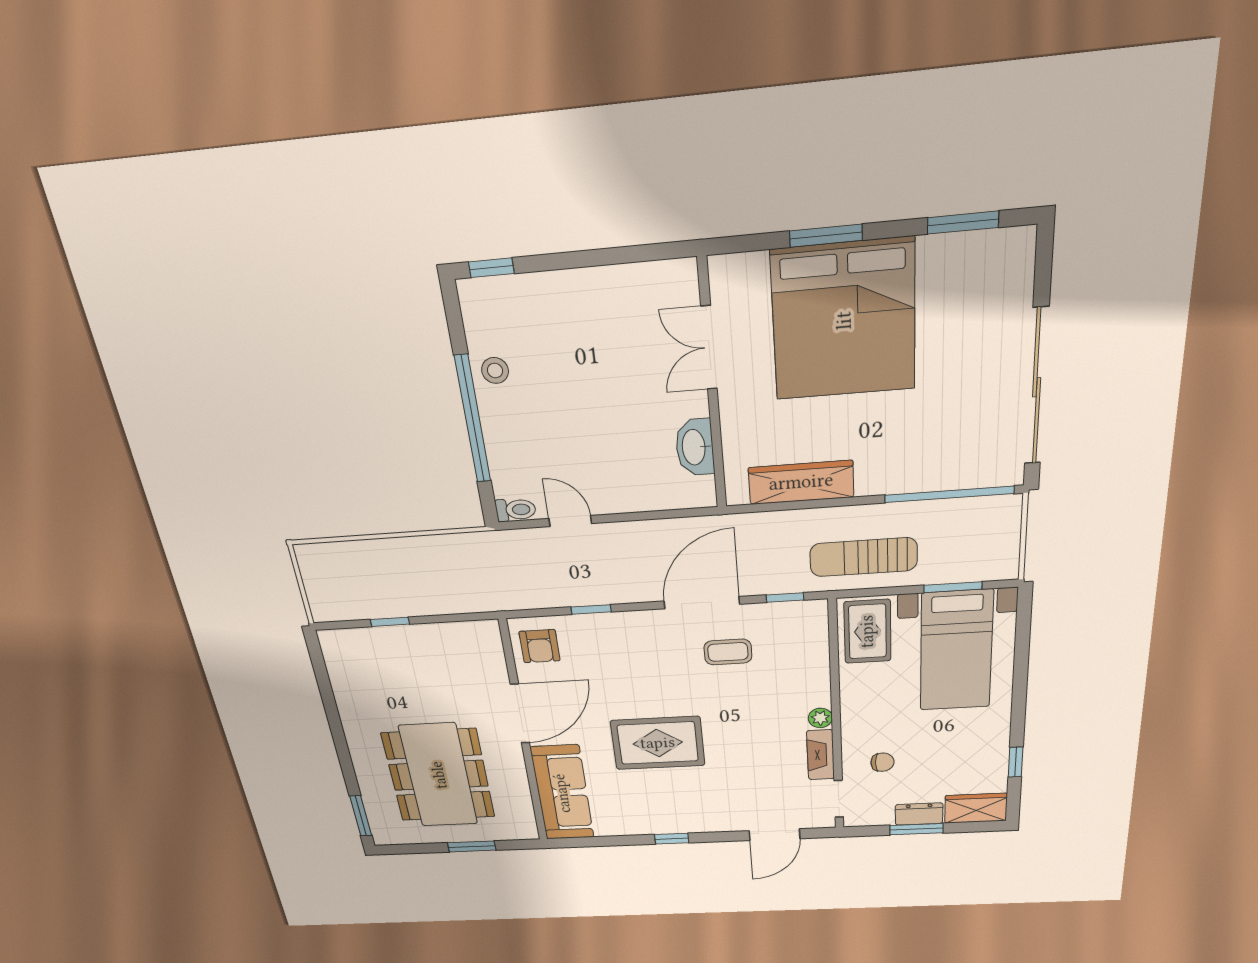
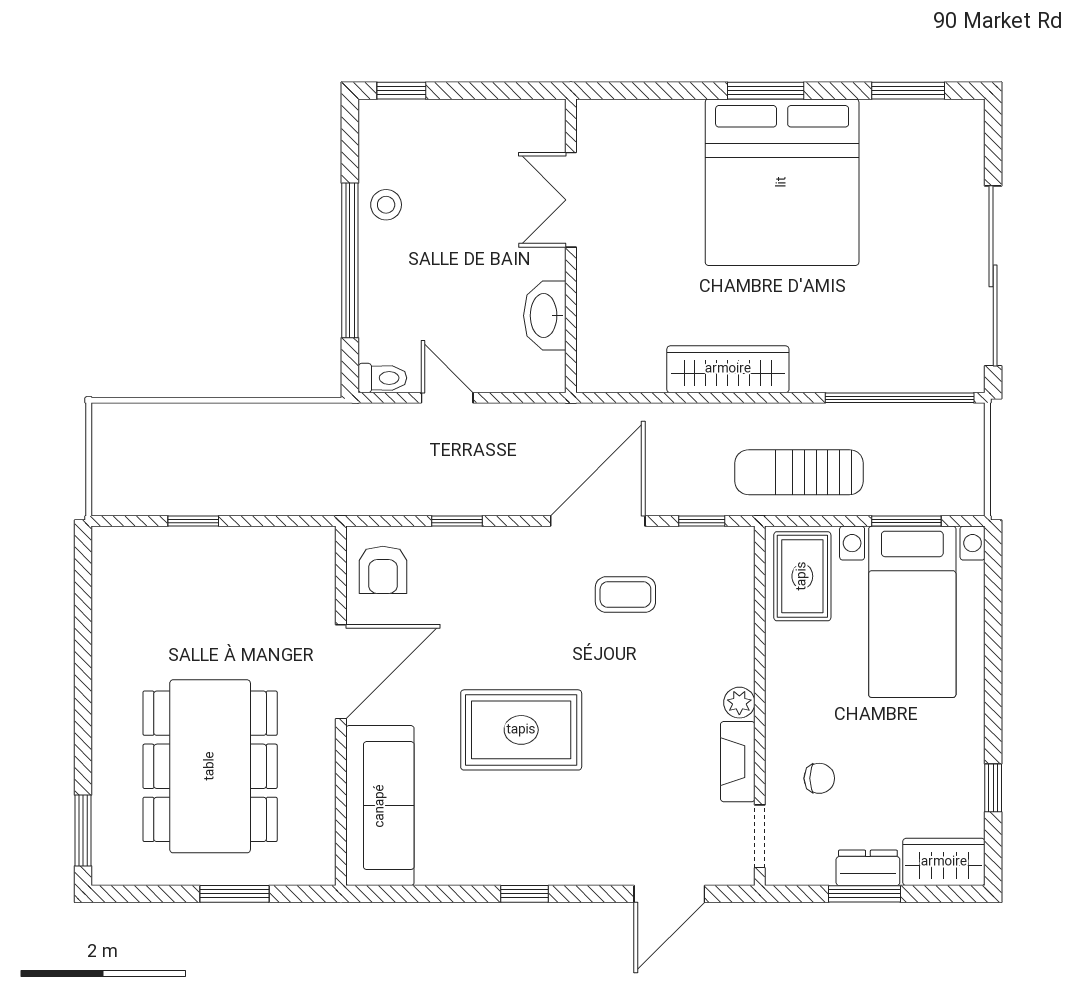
double door: (709, 348) -> (571, 200), moved
wall: (712, 388) -> (571, 246), moved
washbasin: (695, 447) -> (545, 316), moved

